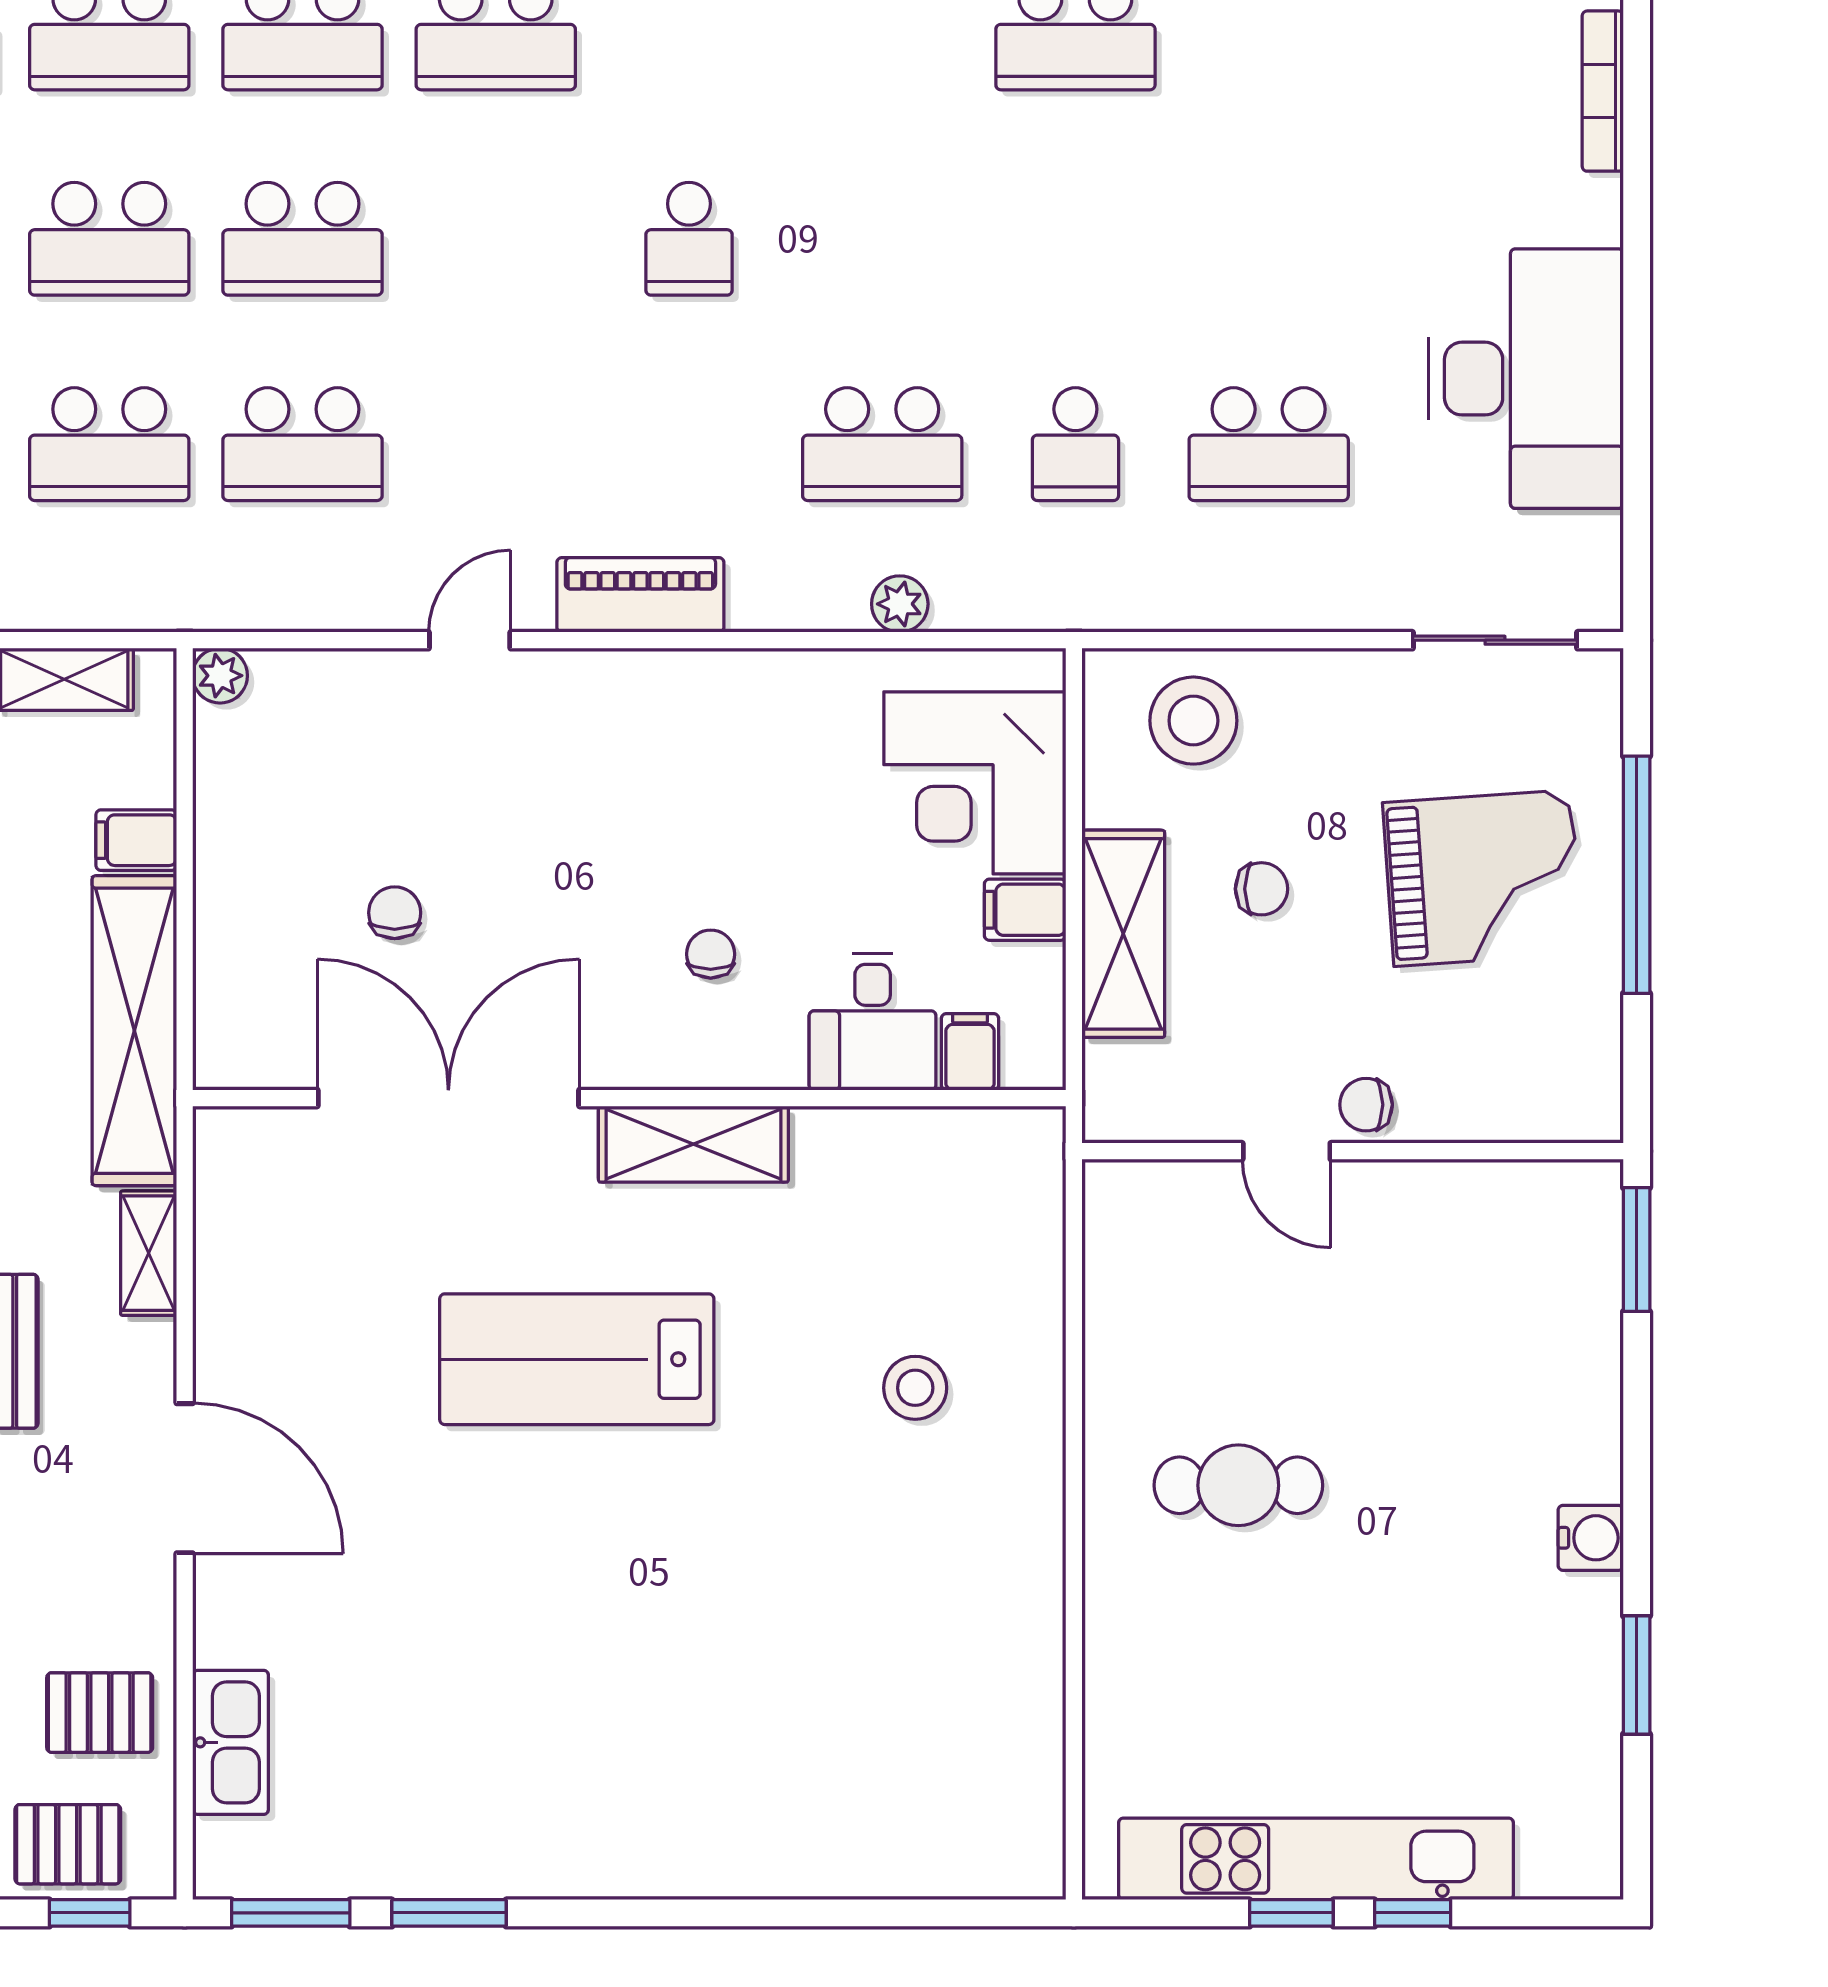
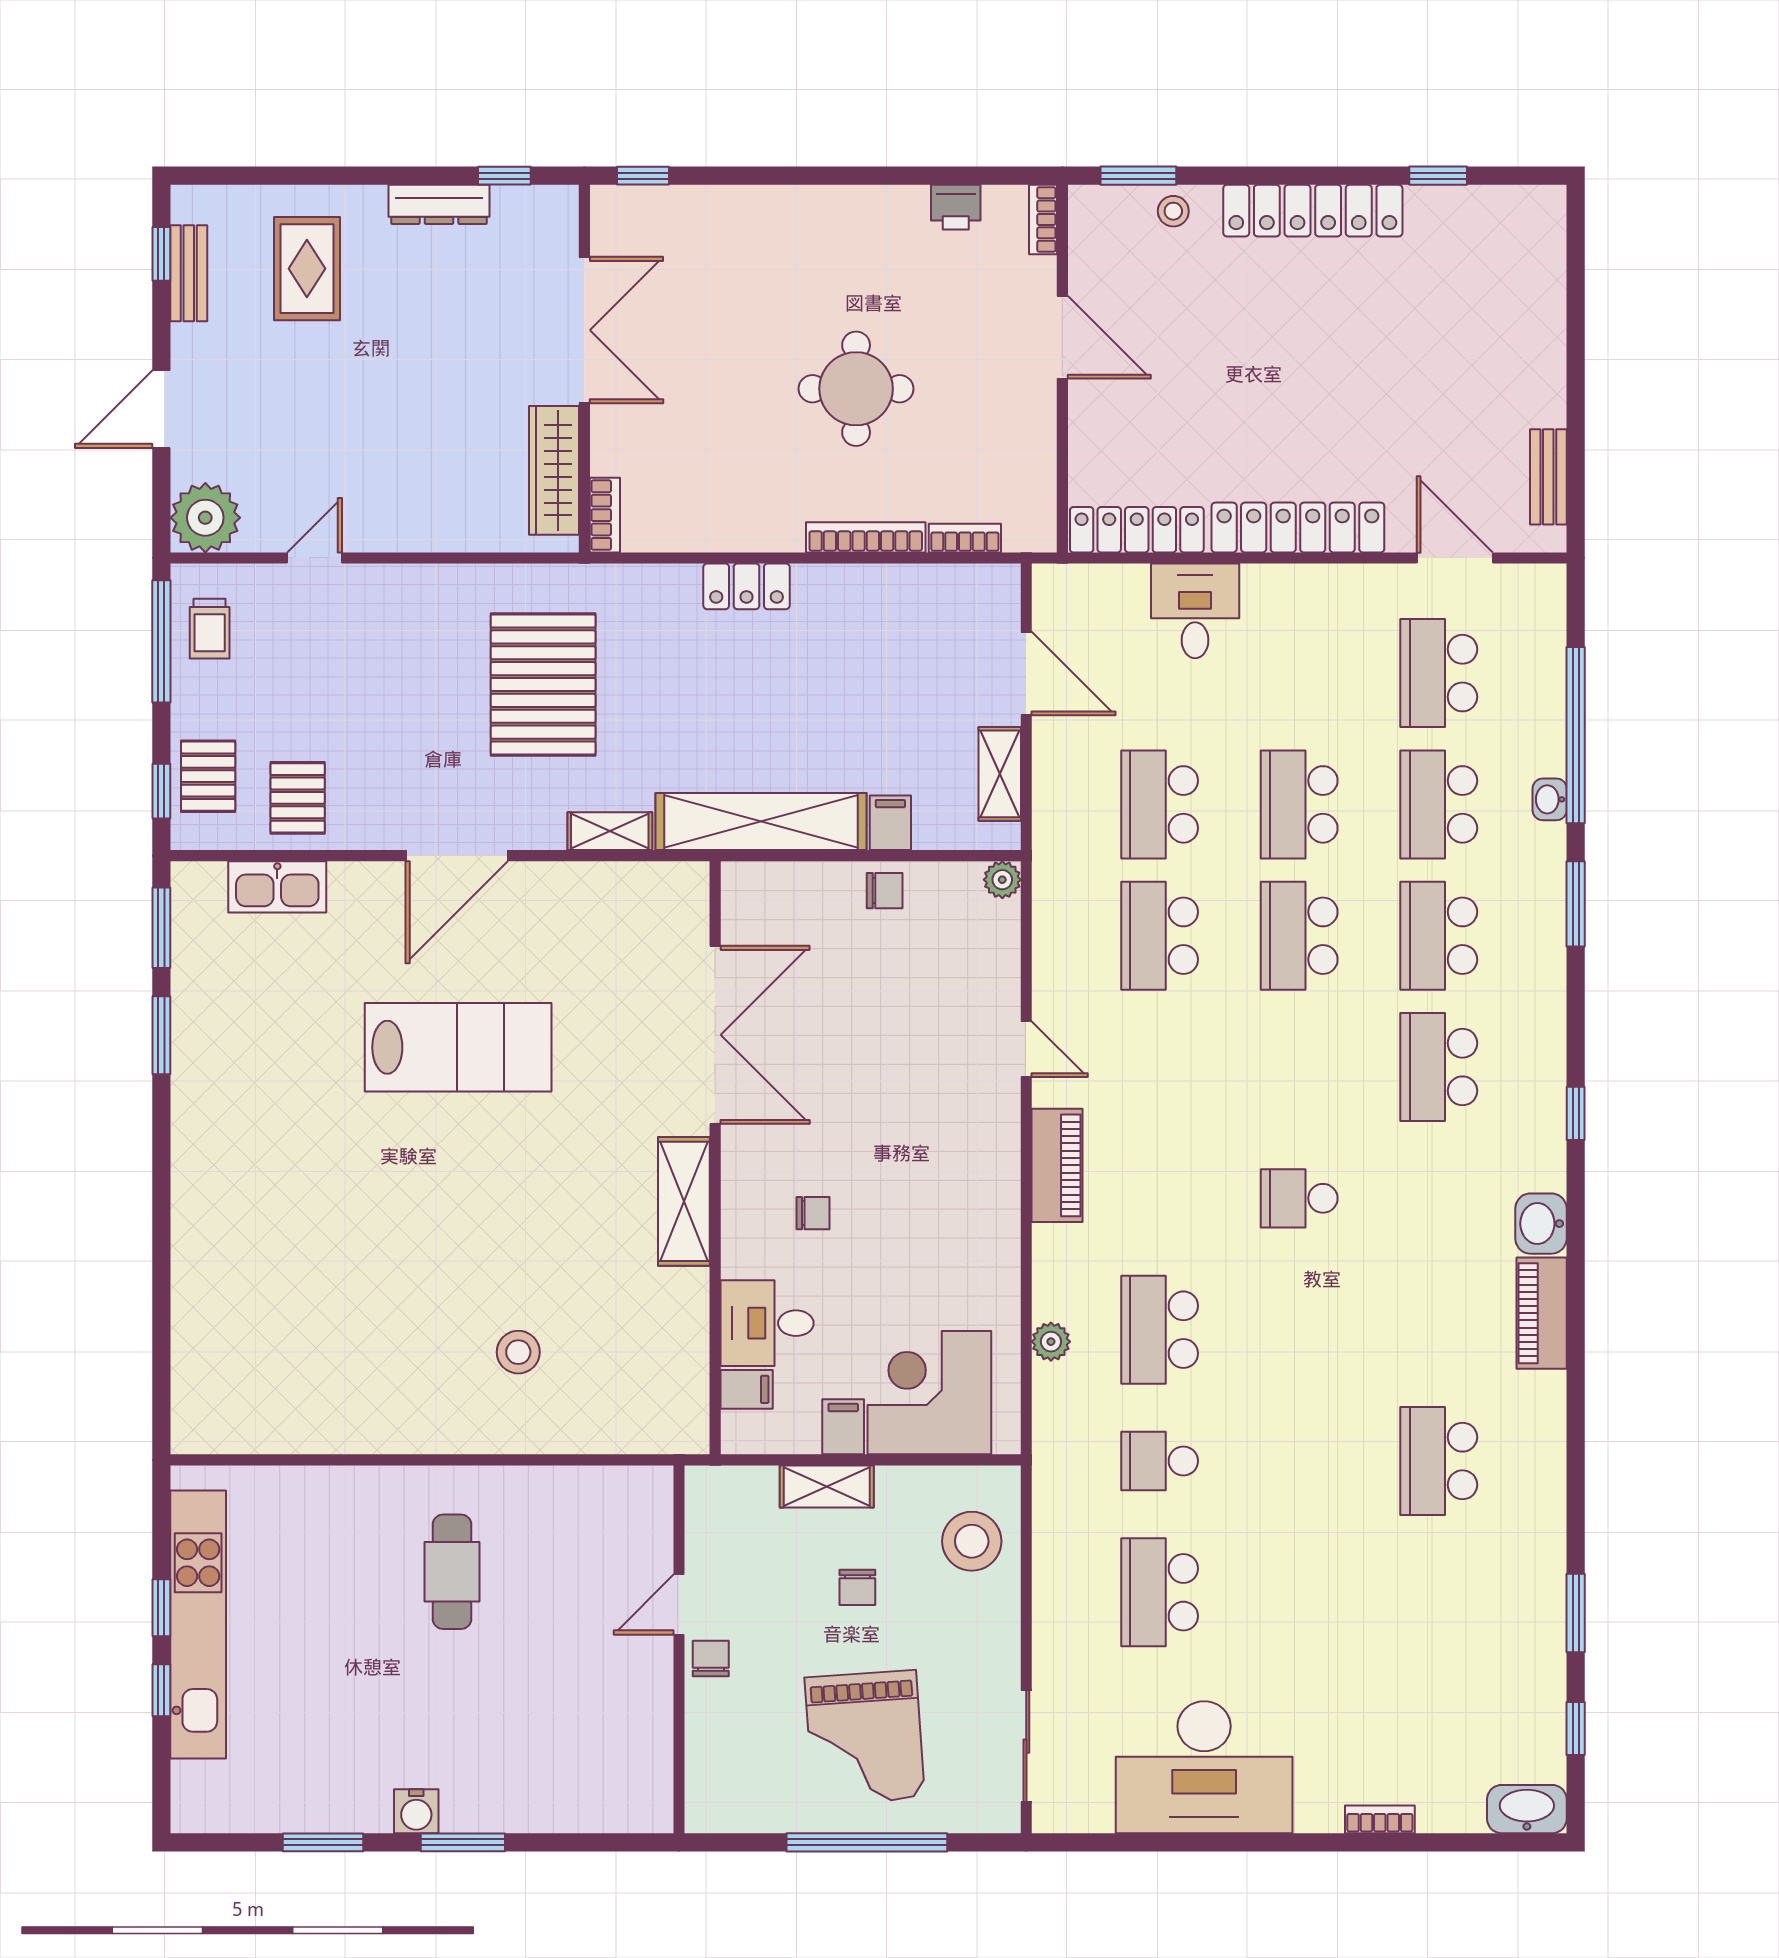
bookcase: (1603, 91) -> (1380, 1819), width x0.64
chair: (395, 913) -> (885, 891), moved
shelving: (1123, 934) -> (827, 1486), width x0.67, depth x0.75
window: (1637, 1250) -> (463, 1842), moved
lab bench: (577, 1359) -> (458, 1047), moved, turned 90

